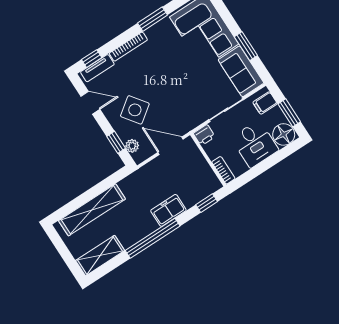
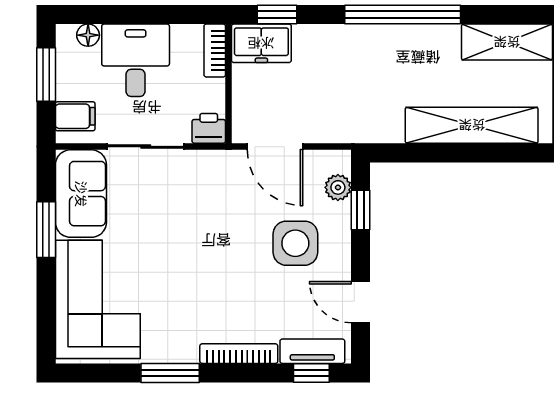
side table: (135, 110) -> (295, 243), turned 36
floor lamp: (284, 134) -> (88, 35), width x0.53, depth x0.53
freezer: (168, 210) -> (261, 43), moved

